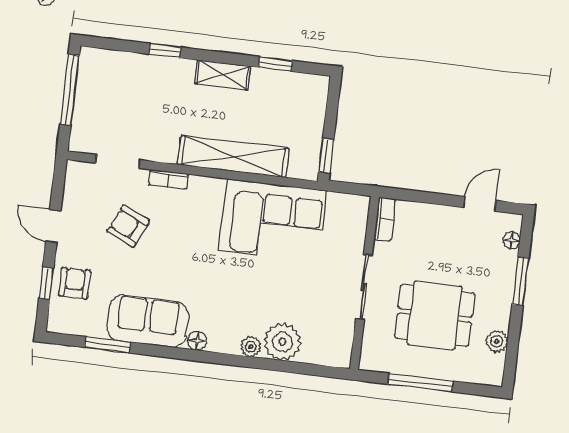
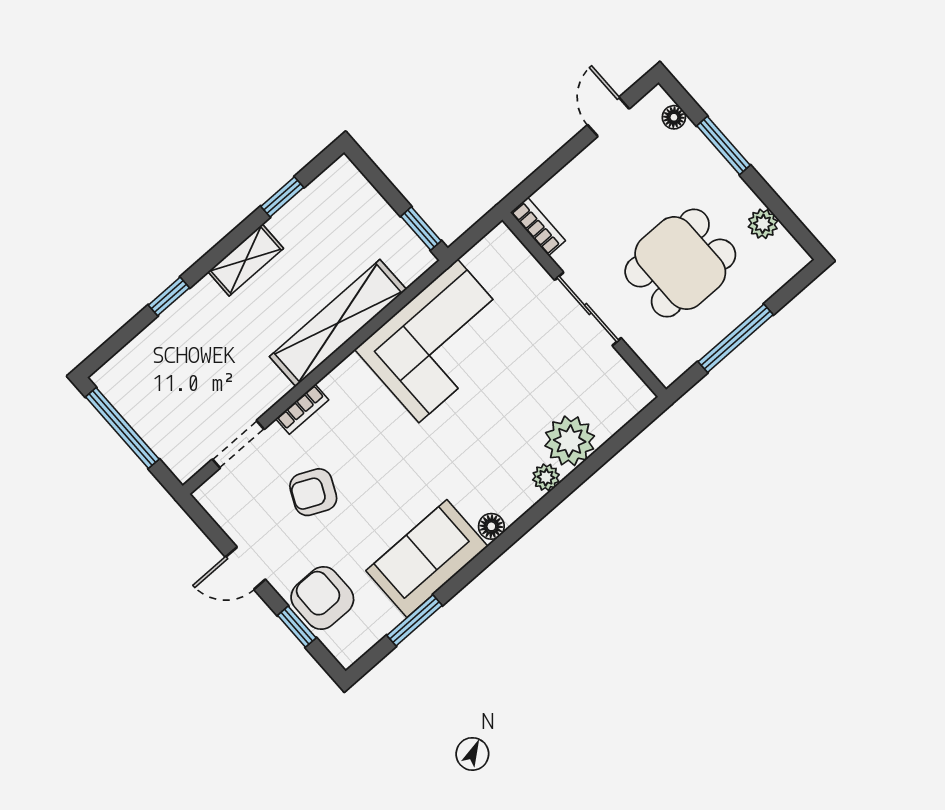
armchair: (75, 283) -> (322, 598), width x1.38, depth x1.38

